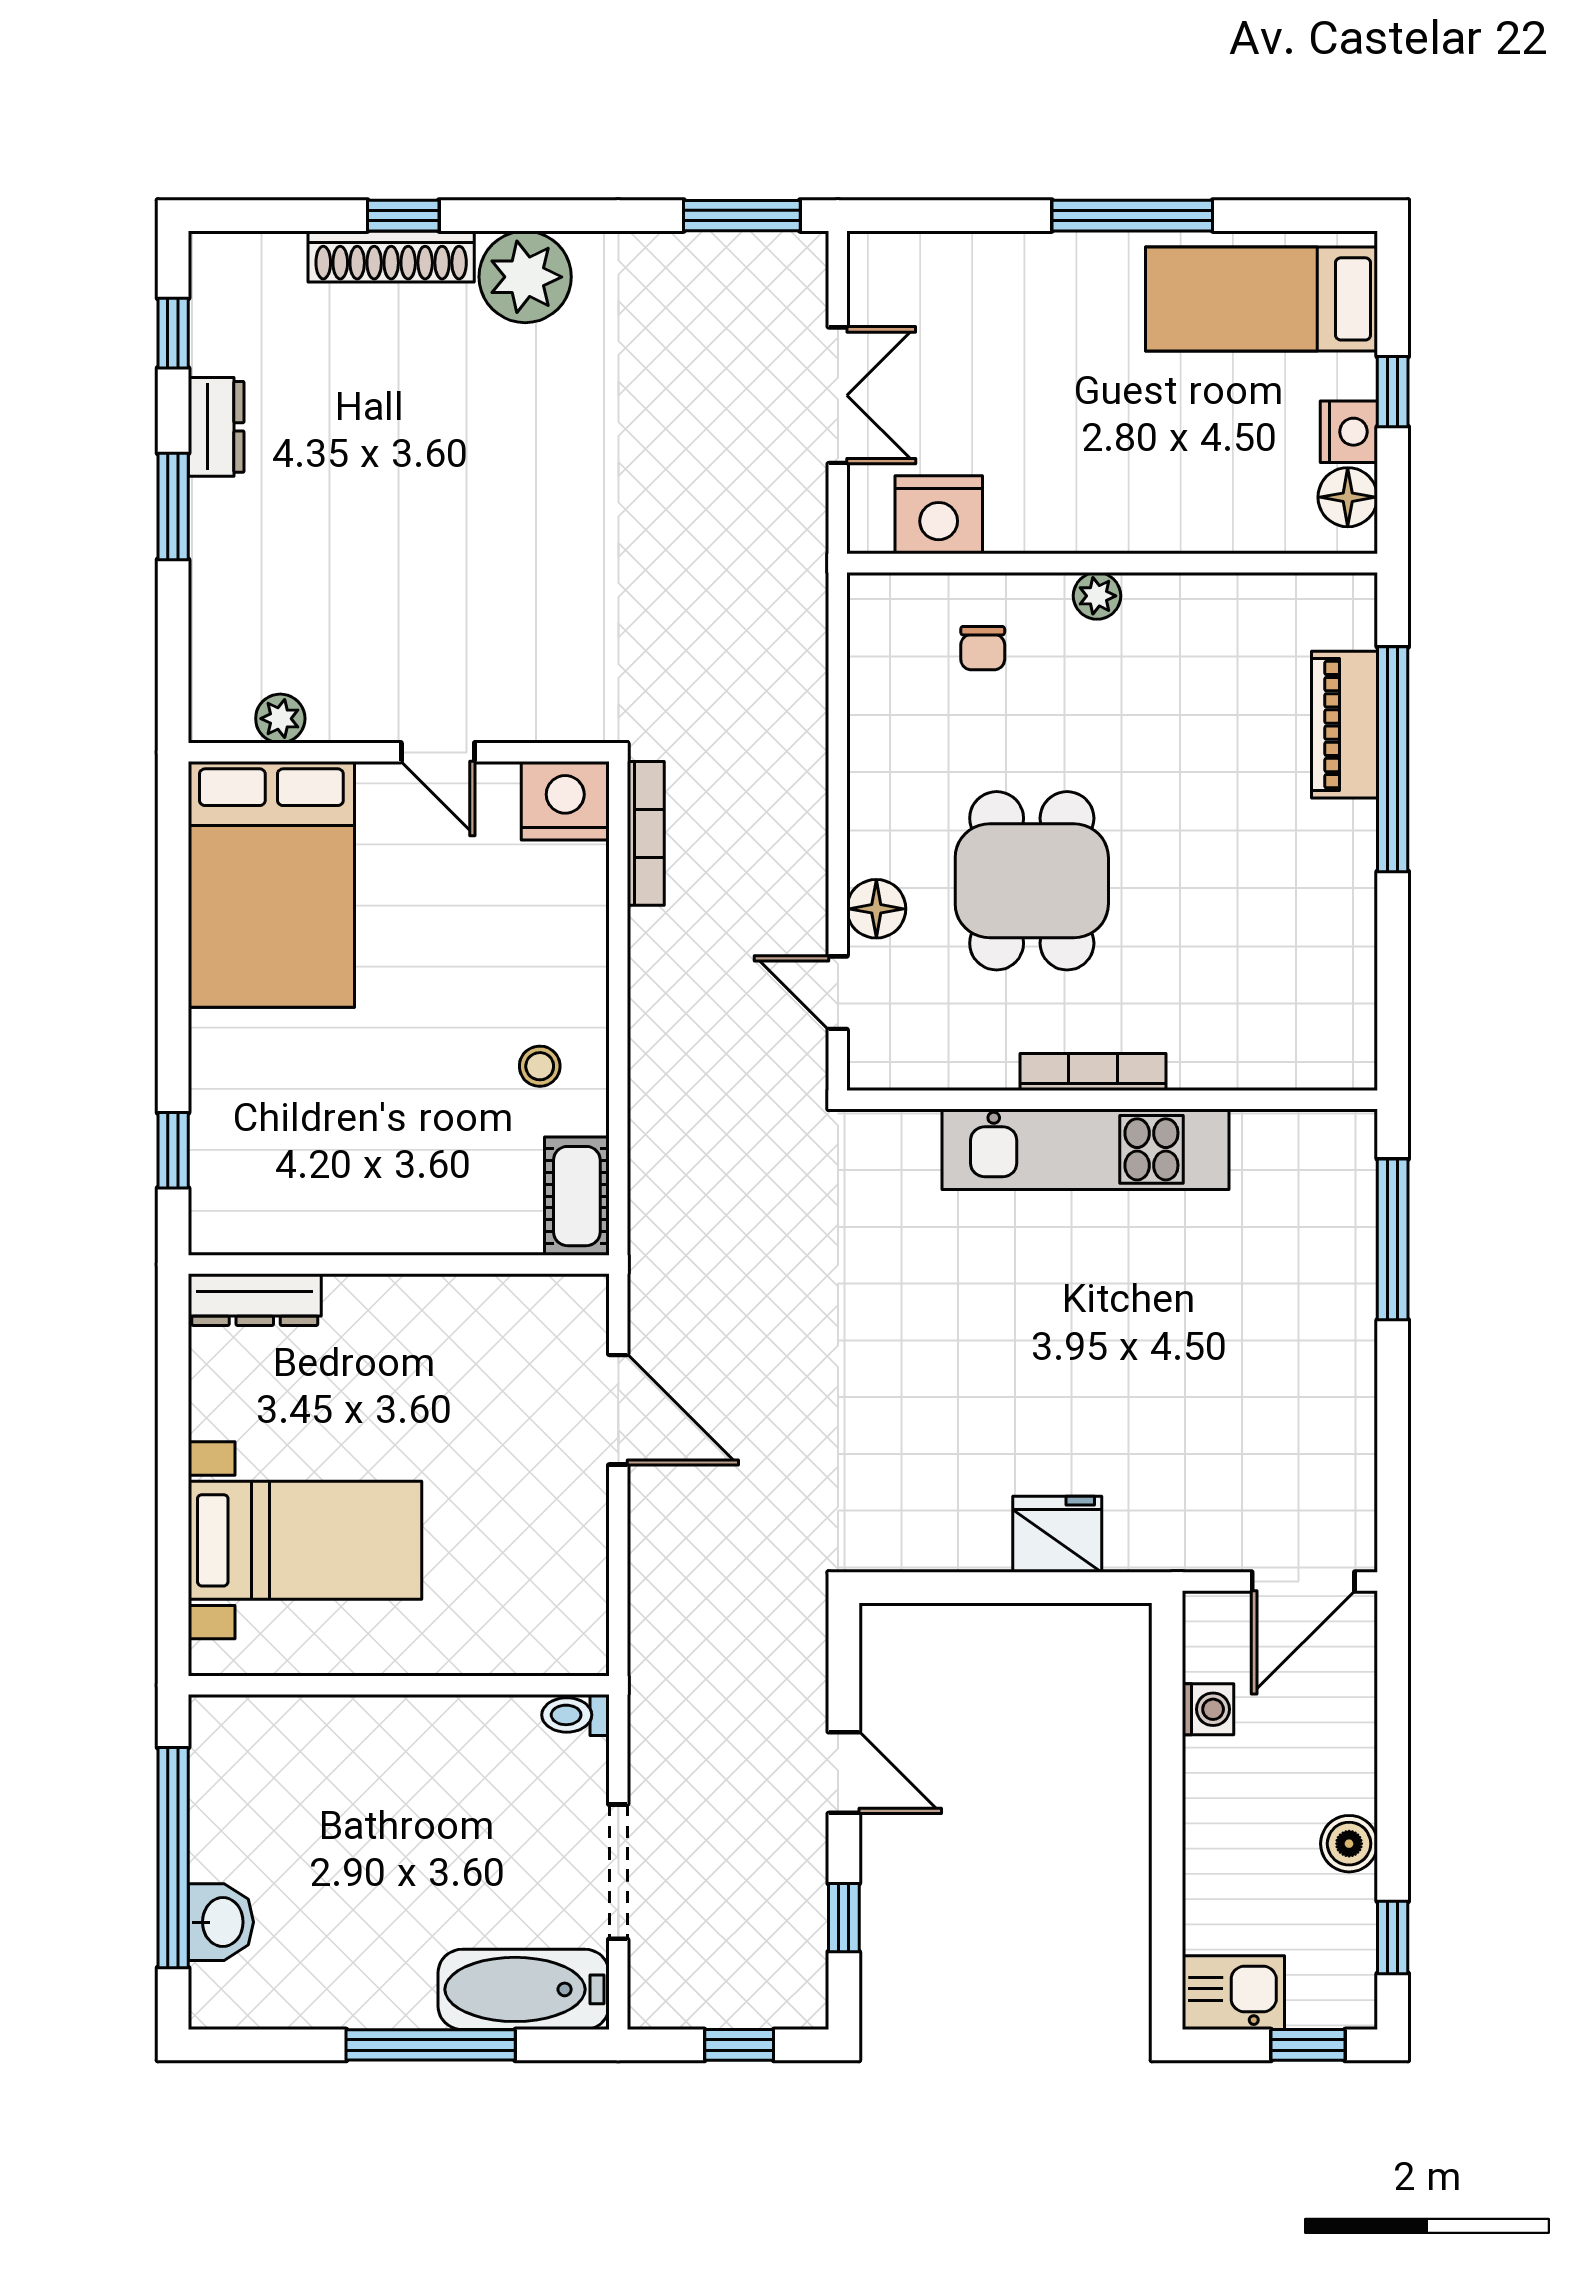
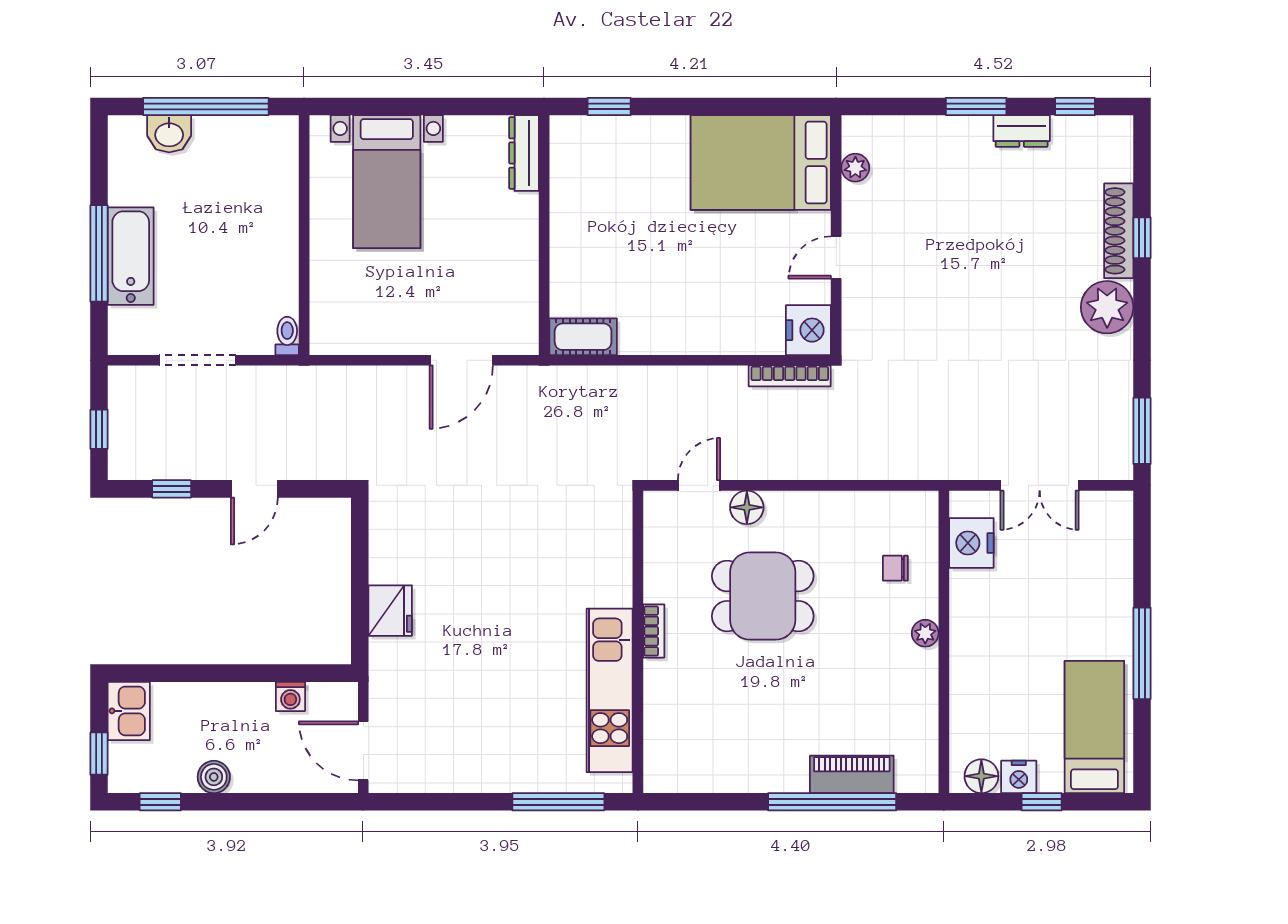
stool: (540, 1066) -> (657, 316), removed
bookcase: (1093, 1072) -> (654, 631), width x0.64
kitchen unit: (1085, 1149) -> (610, 690), moved
bathtub: (524, 1989) -> (131, 256), moved

